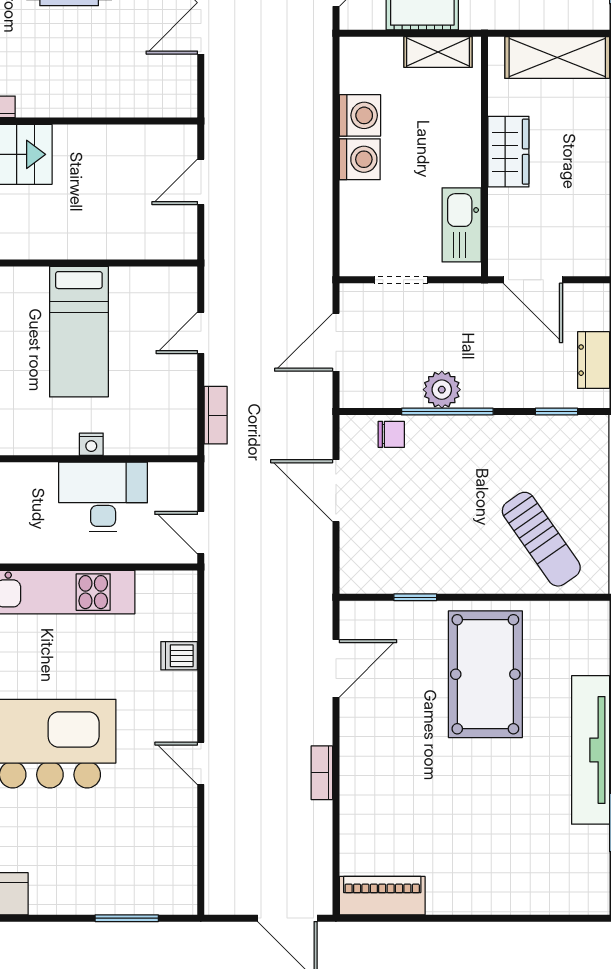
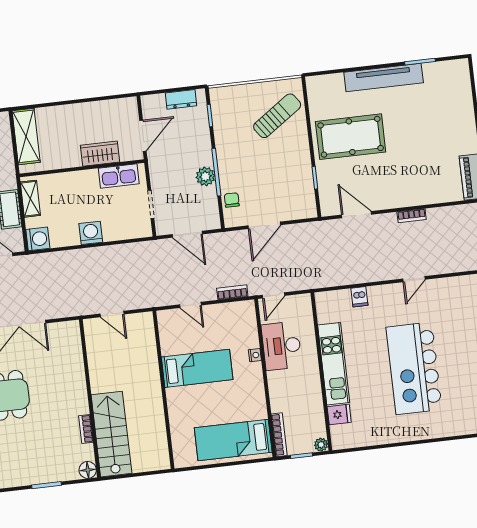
washing machine: (360, 115) -> (38, 239), moved, turned 90
wardrobe: (508, 152) -> (100, 154), moved
door: (201, 533) -> (273, 295), moved

